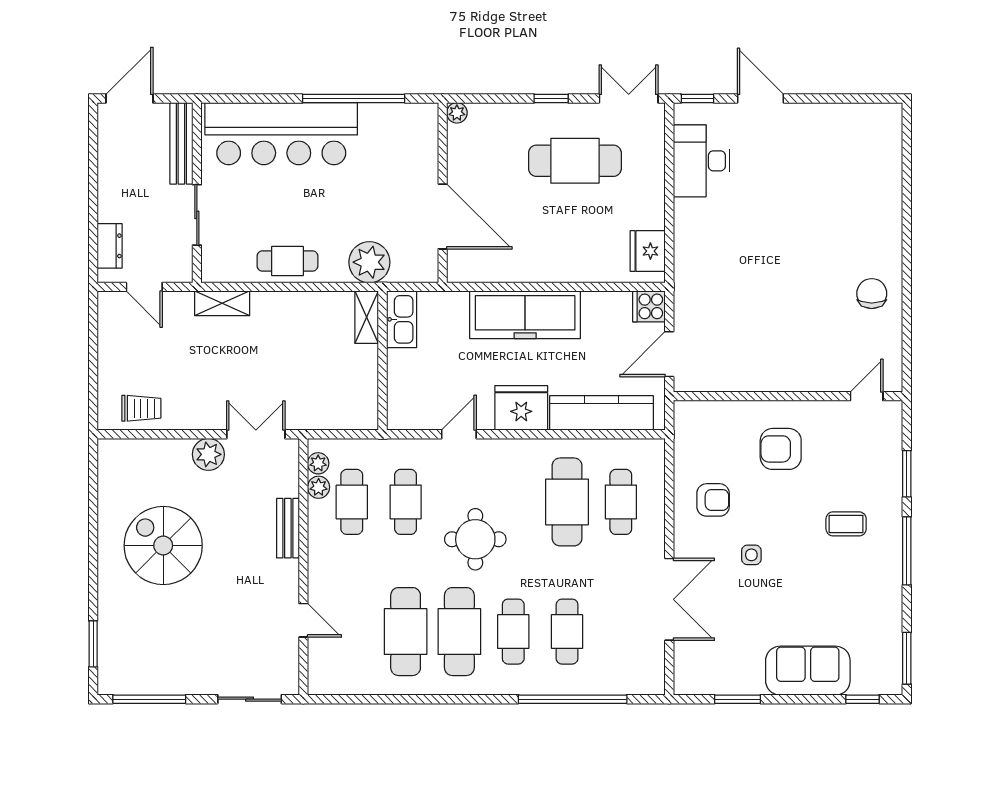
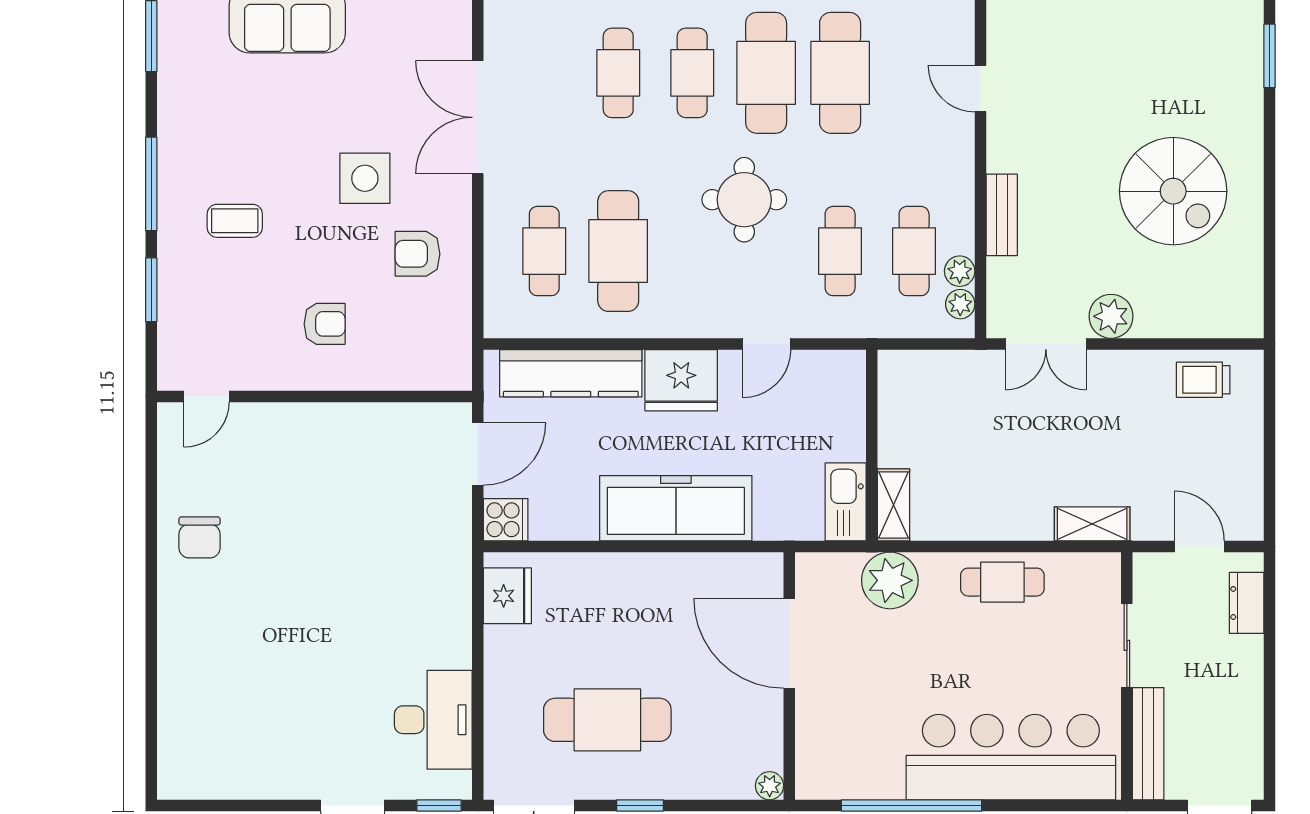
armchair: (781, 449) -> (325, 324), width x0.72, depth x0.72
side table: (751, 555) -> (365, 178), width x1.87, depth x1.87

